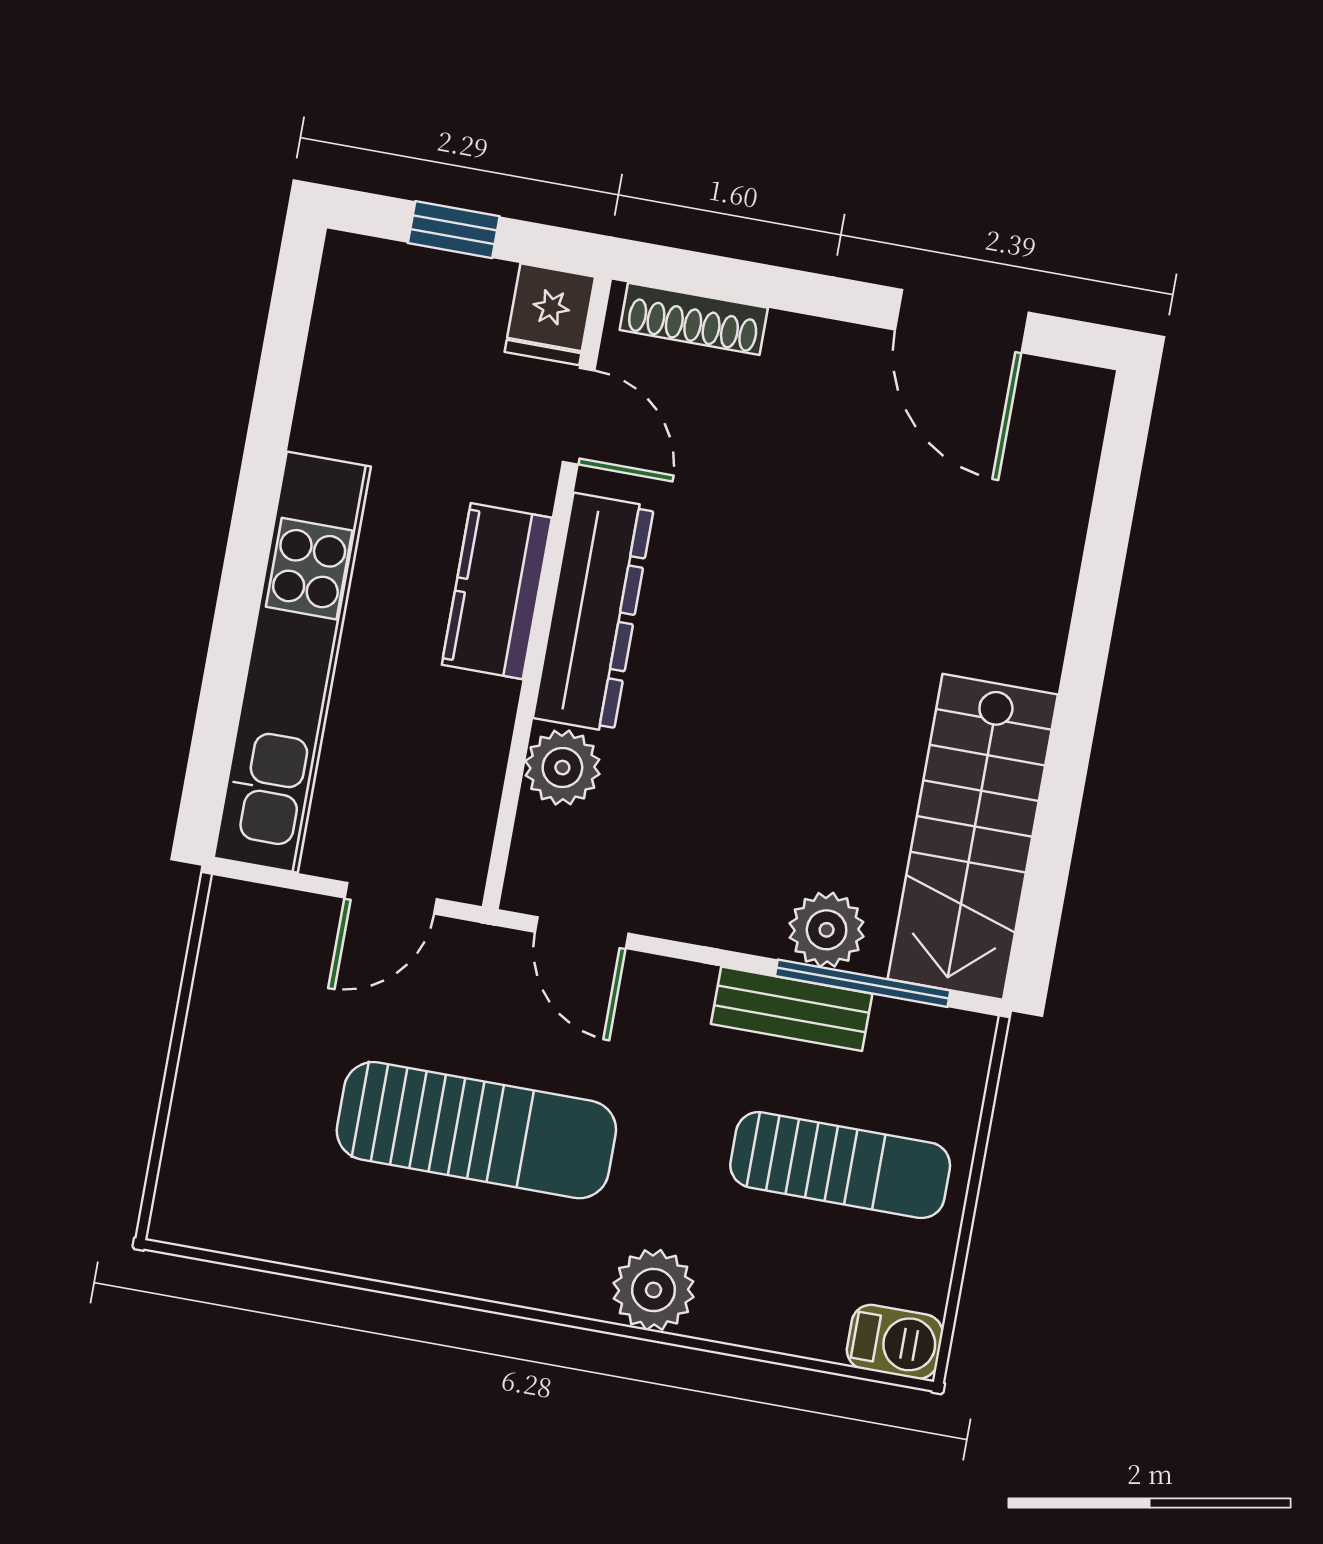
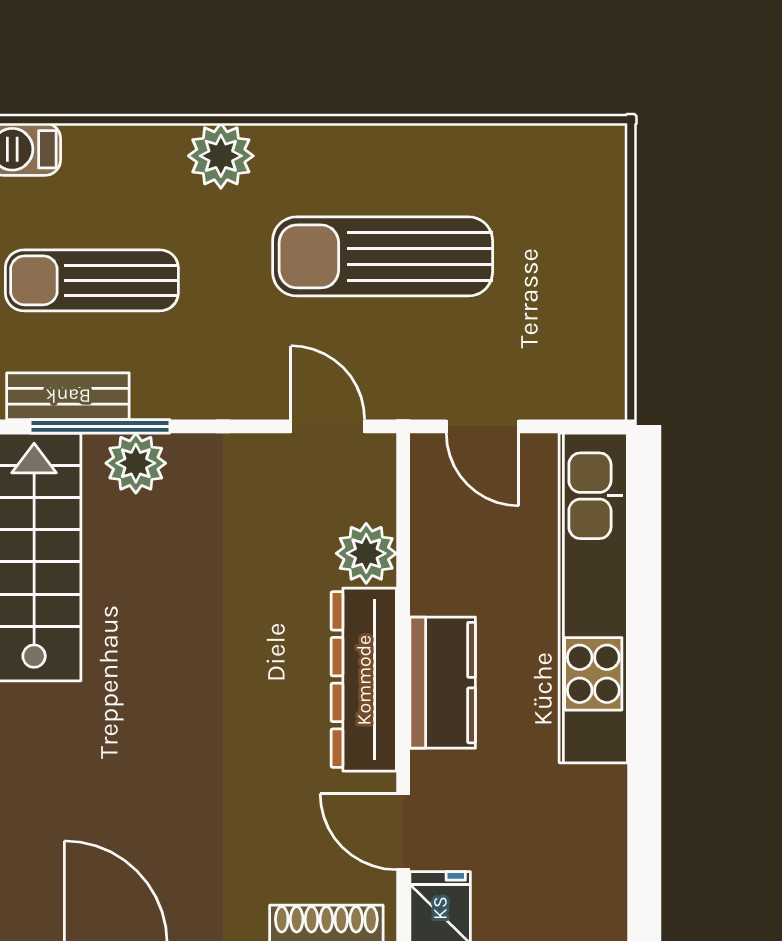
door: (391, 898) -> (483, 426), swing flipped
bench: (792, 1009) -> (68, 396), moved

